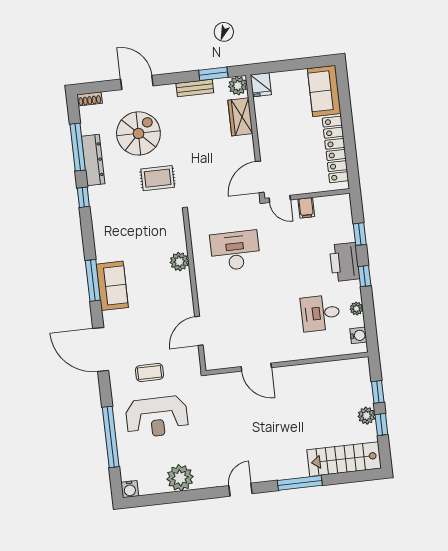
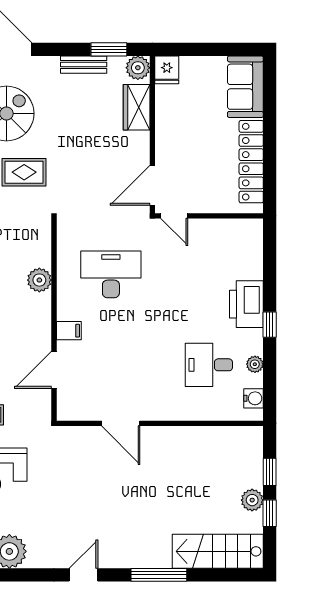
filing cabinet: (306, 208) -> (69, 331), moved, turned -90
window: (360, 234) -> (270, 271), removed

